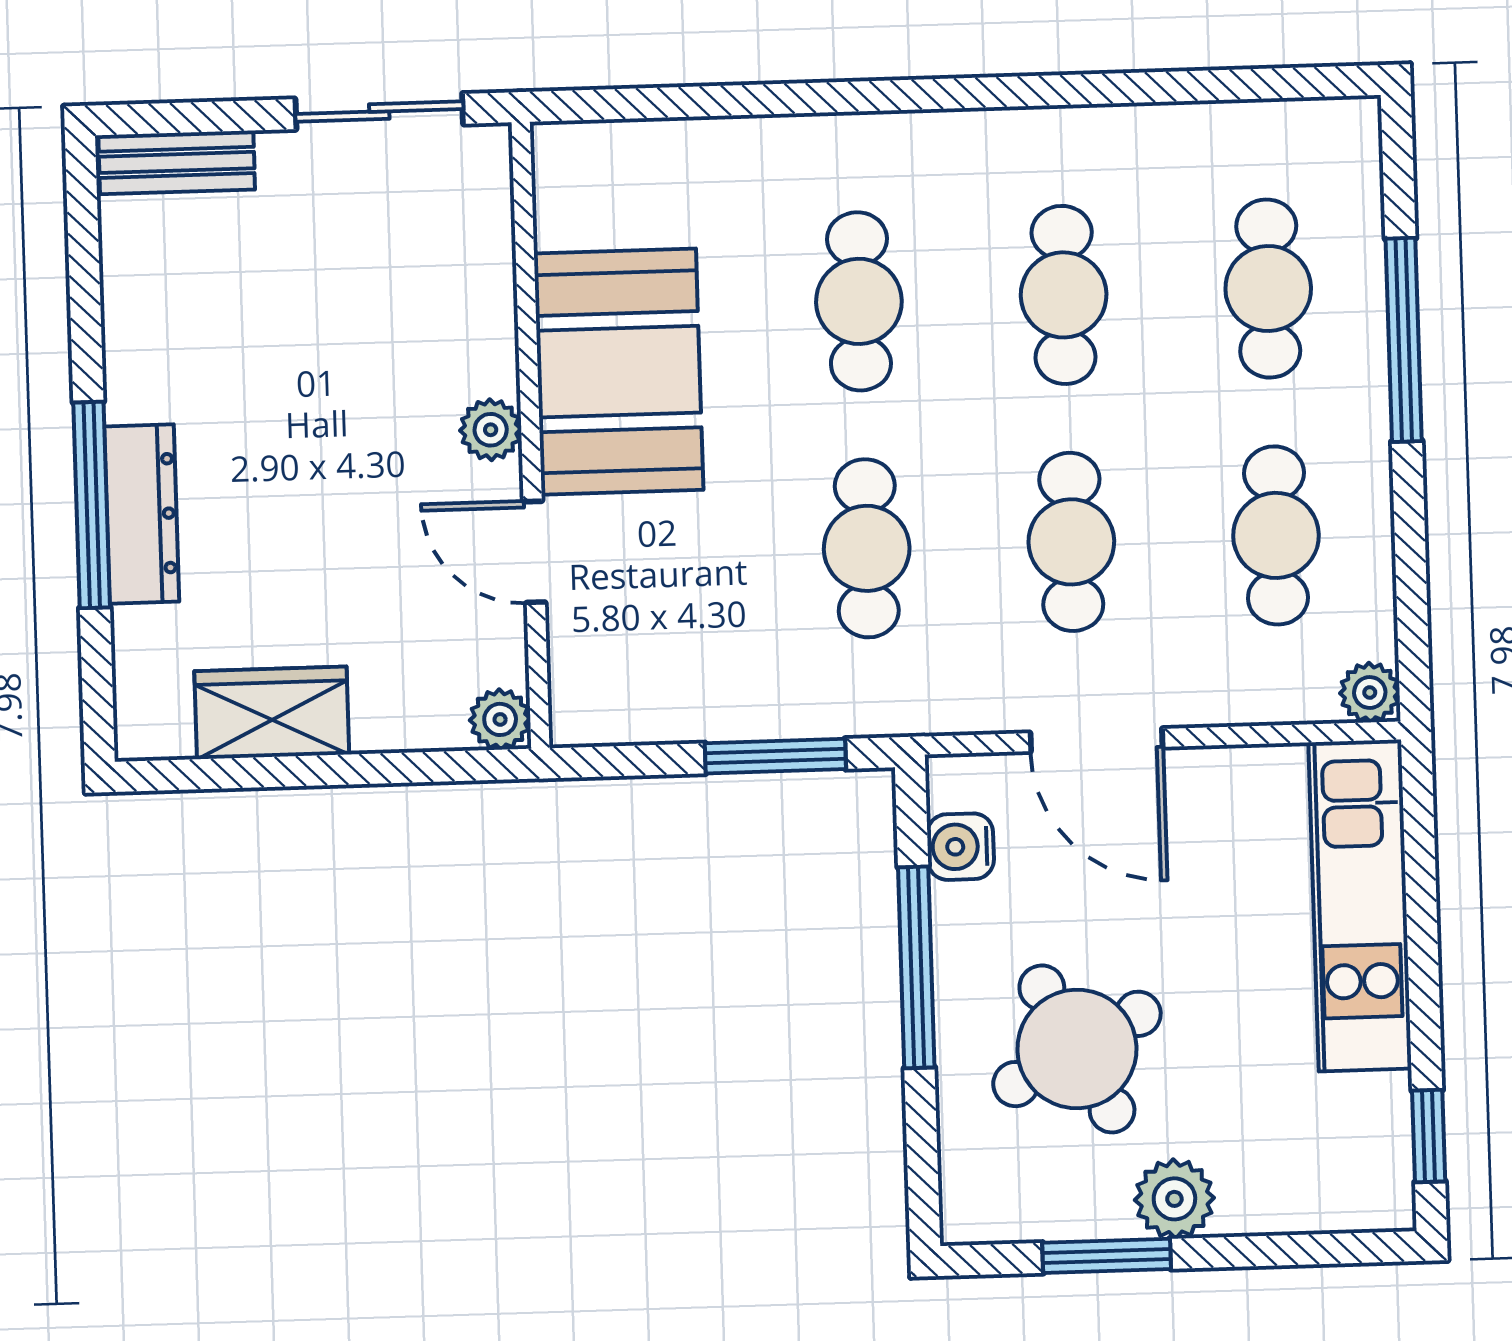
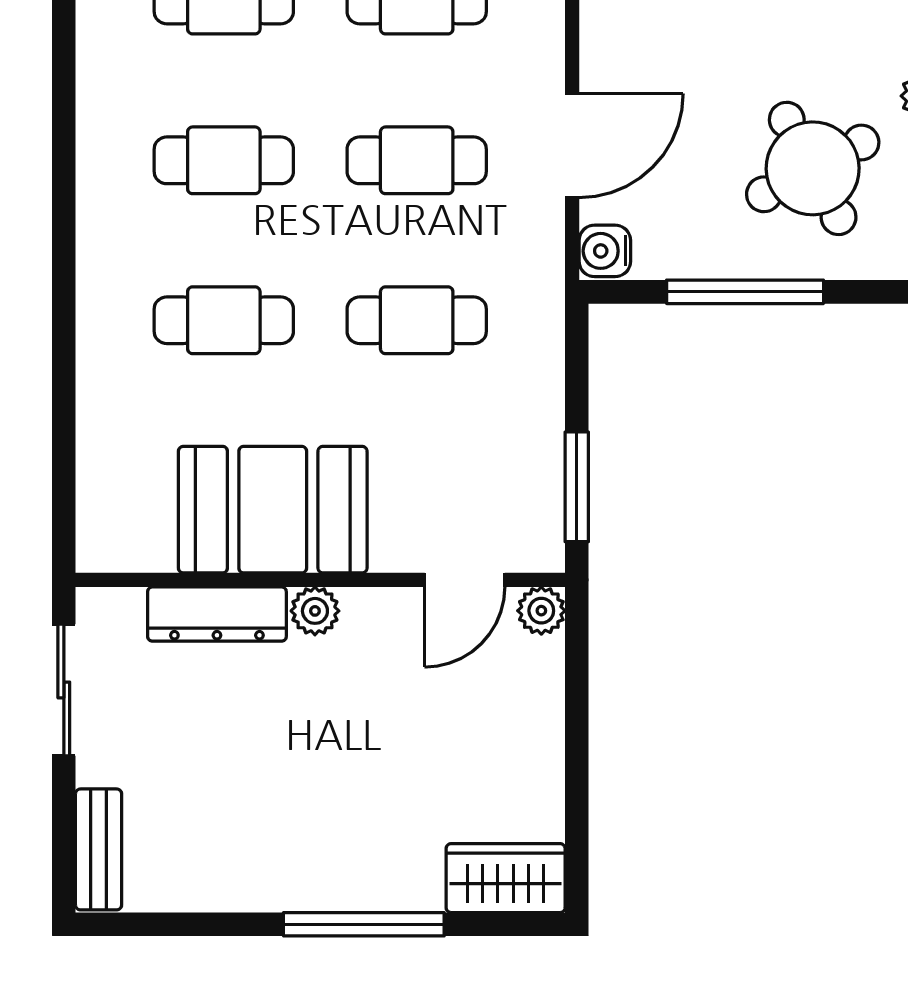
dresser: (142, 514) -> (217, 614), moved, turned 180
door: (534, 552) -> (465, 580), moved
wardrobe: (272, 713) -> (506, 878), moved, turned 90
window: (775, 756) -> (577, 487), moved
water cooler: (960, 847) -> (605, 251), moved, turned 90

